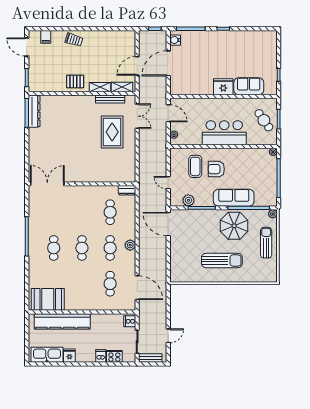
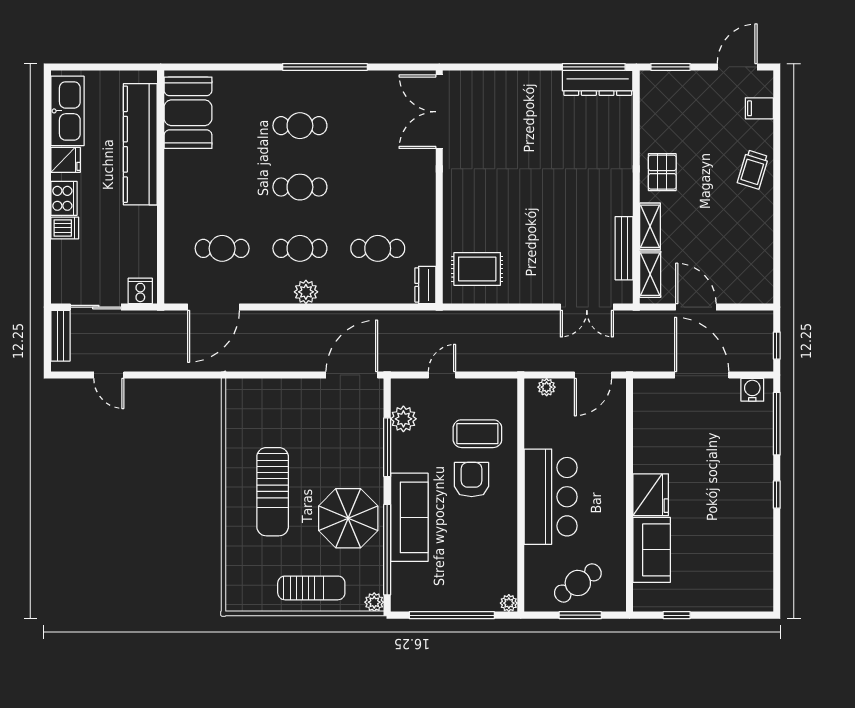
rug: (112, 132) -> (477, 269), moved, width x0.73, depth x0.70
double door: (47, 184) -> (439, 112), swing flipped
cooker: (114, 356) -> (64, 198), moved

